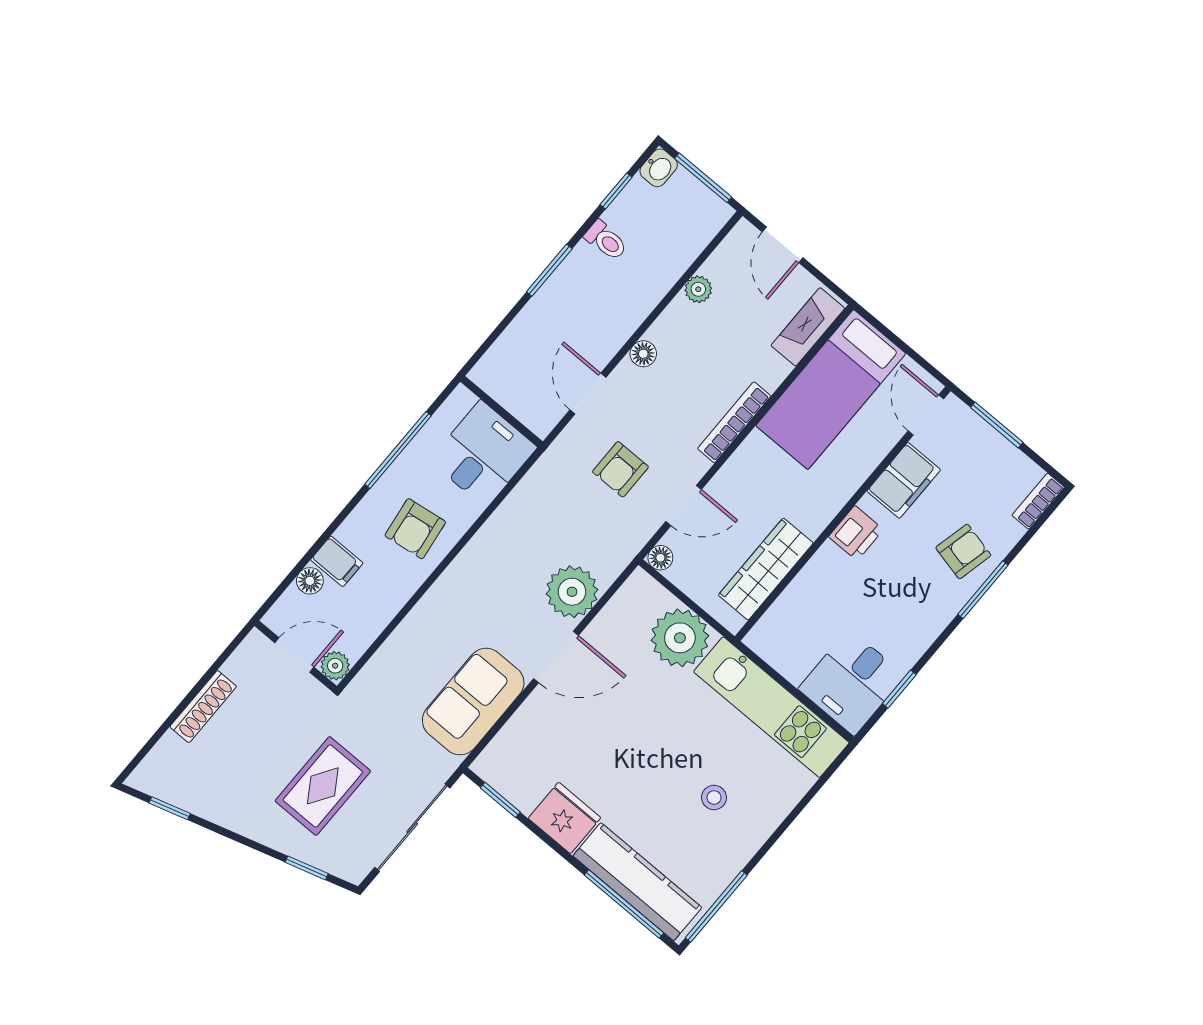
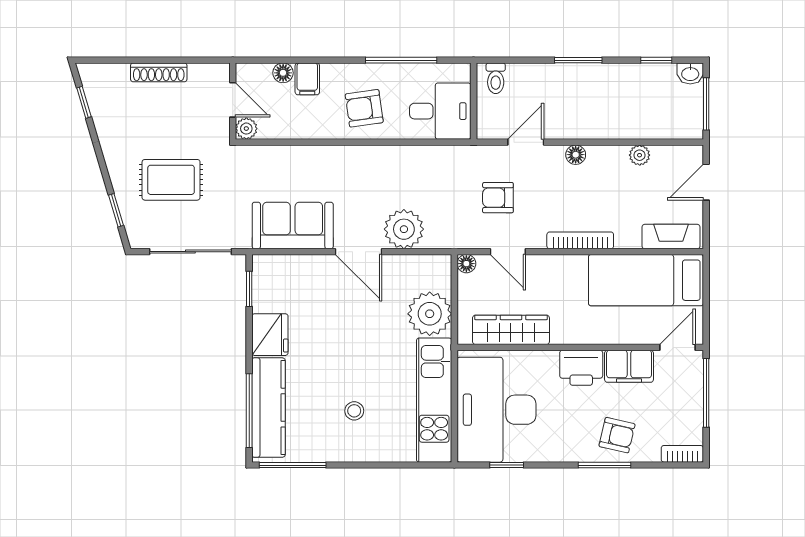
toilet: (606, 240) -> (496, 78), moved
window: (997, 425) -> (706, 393), width x1.44
printer: (856, 533) -> (581, 368), width x1.36, depth x1.24
desk: (852, 682) -> (496, 410), width x1.87, depth x1.30

